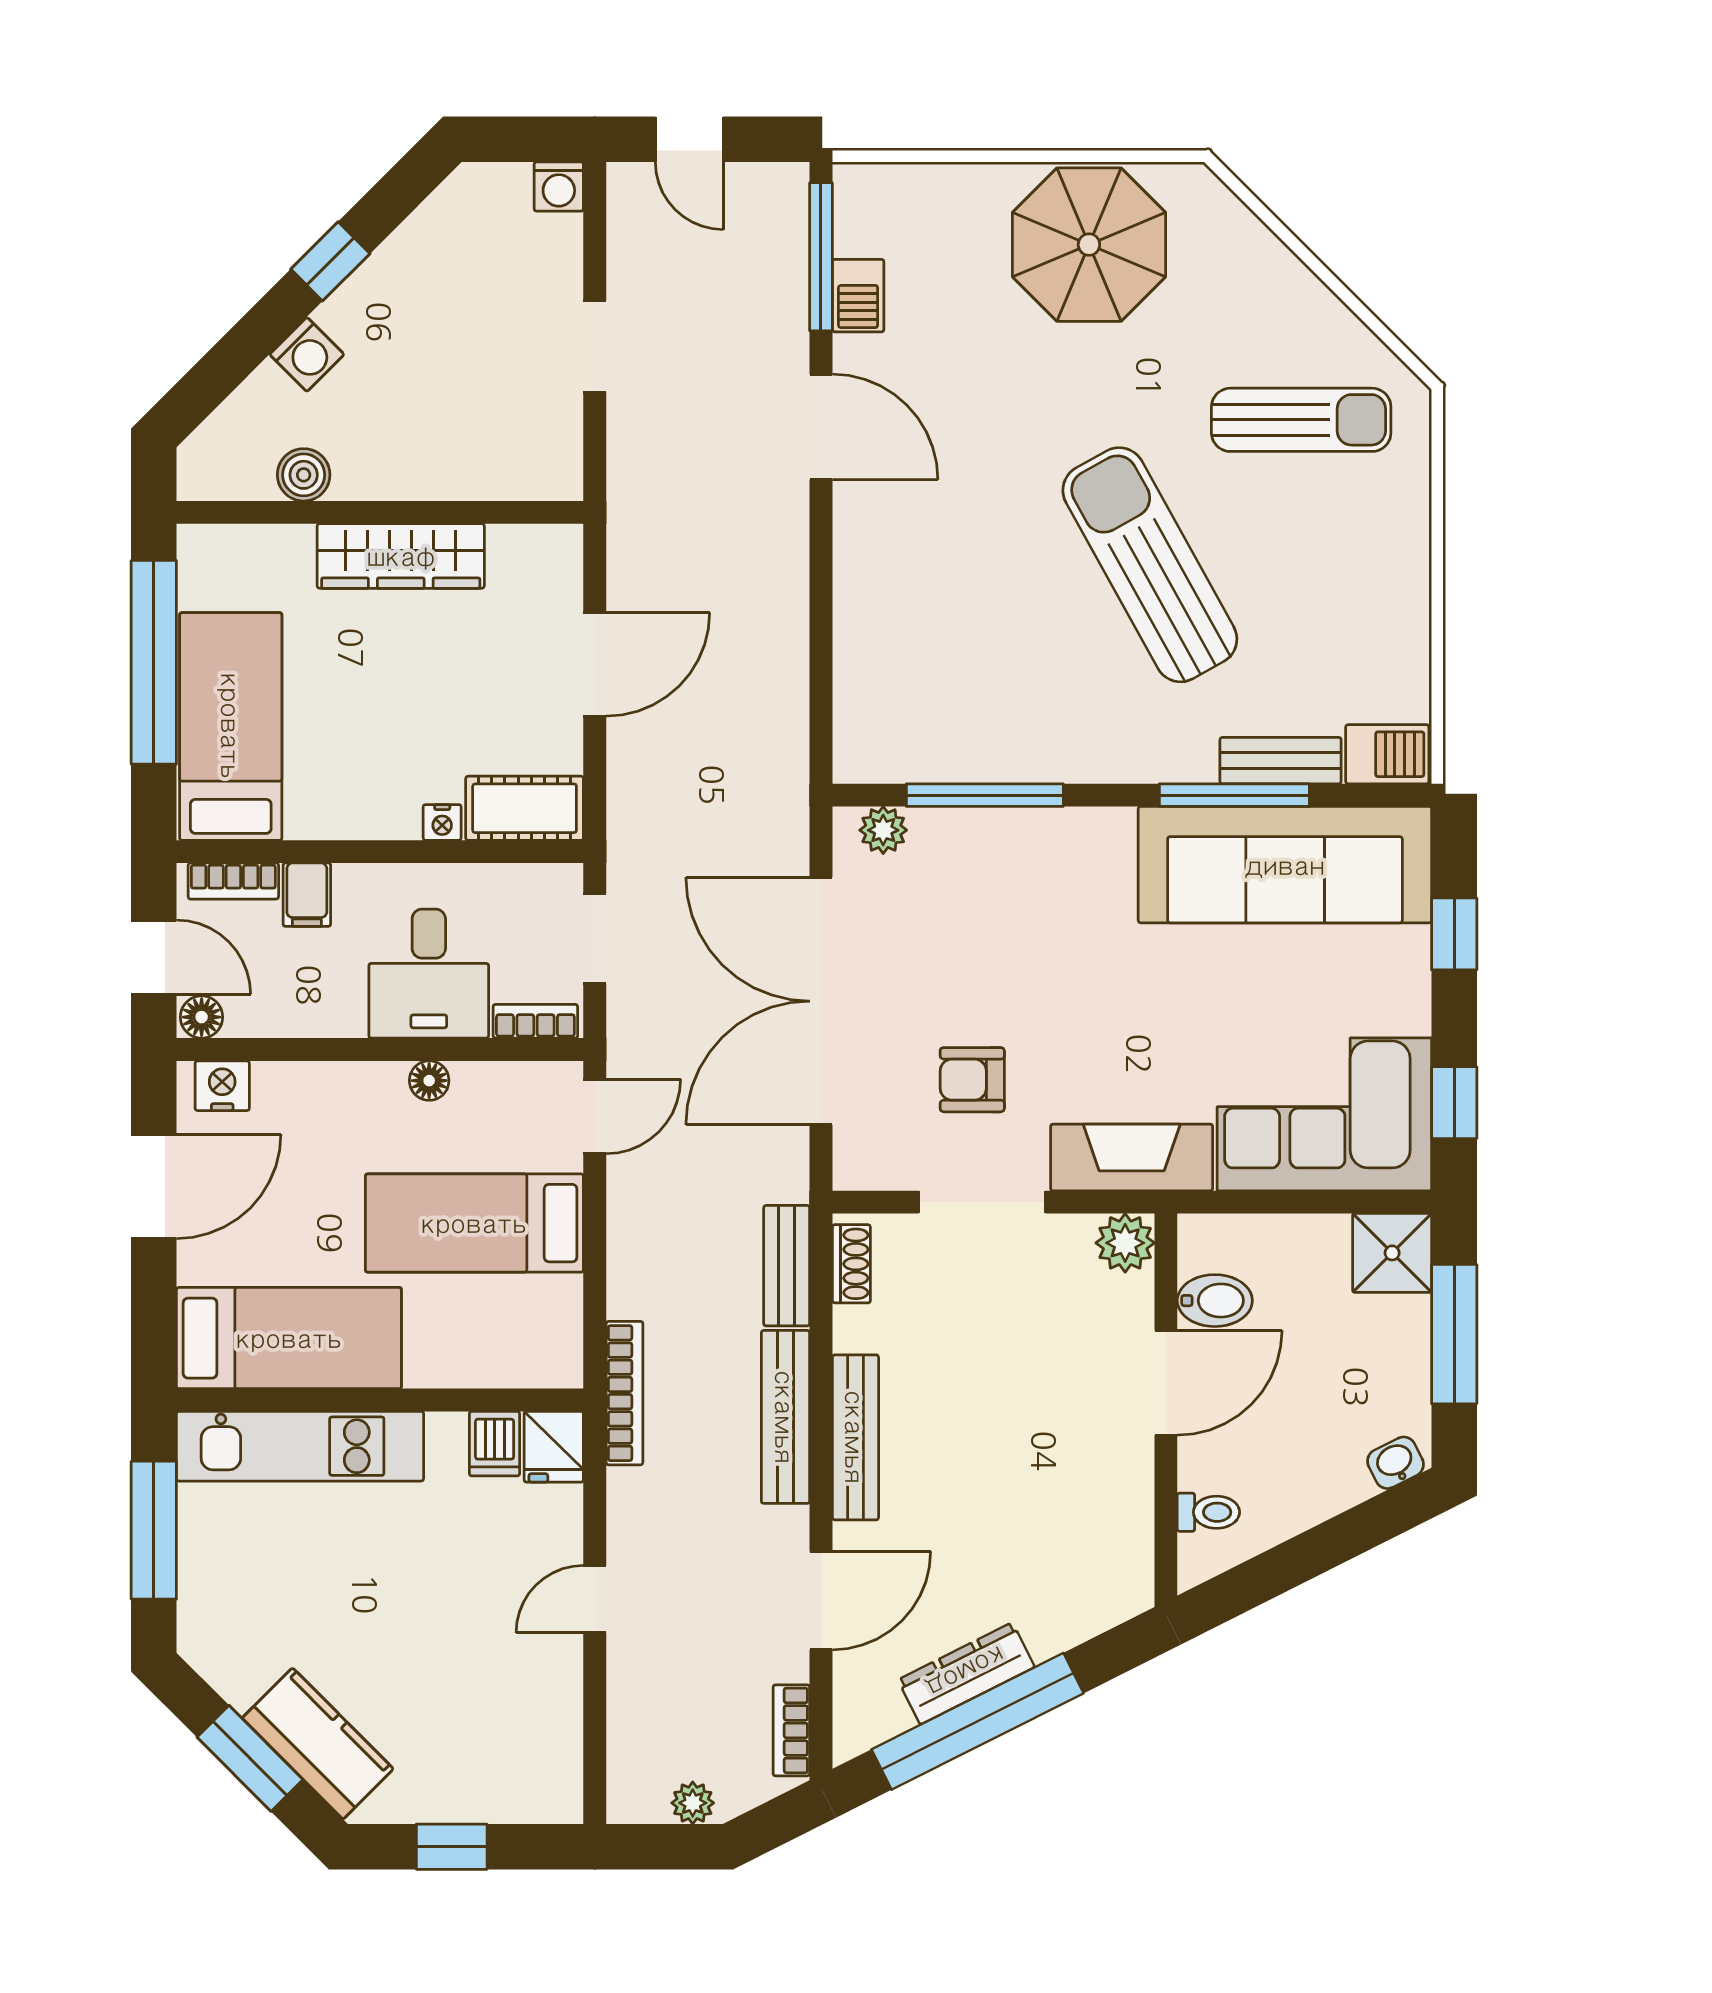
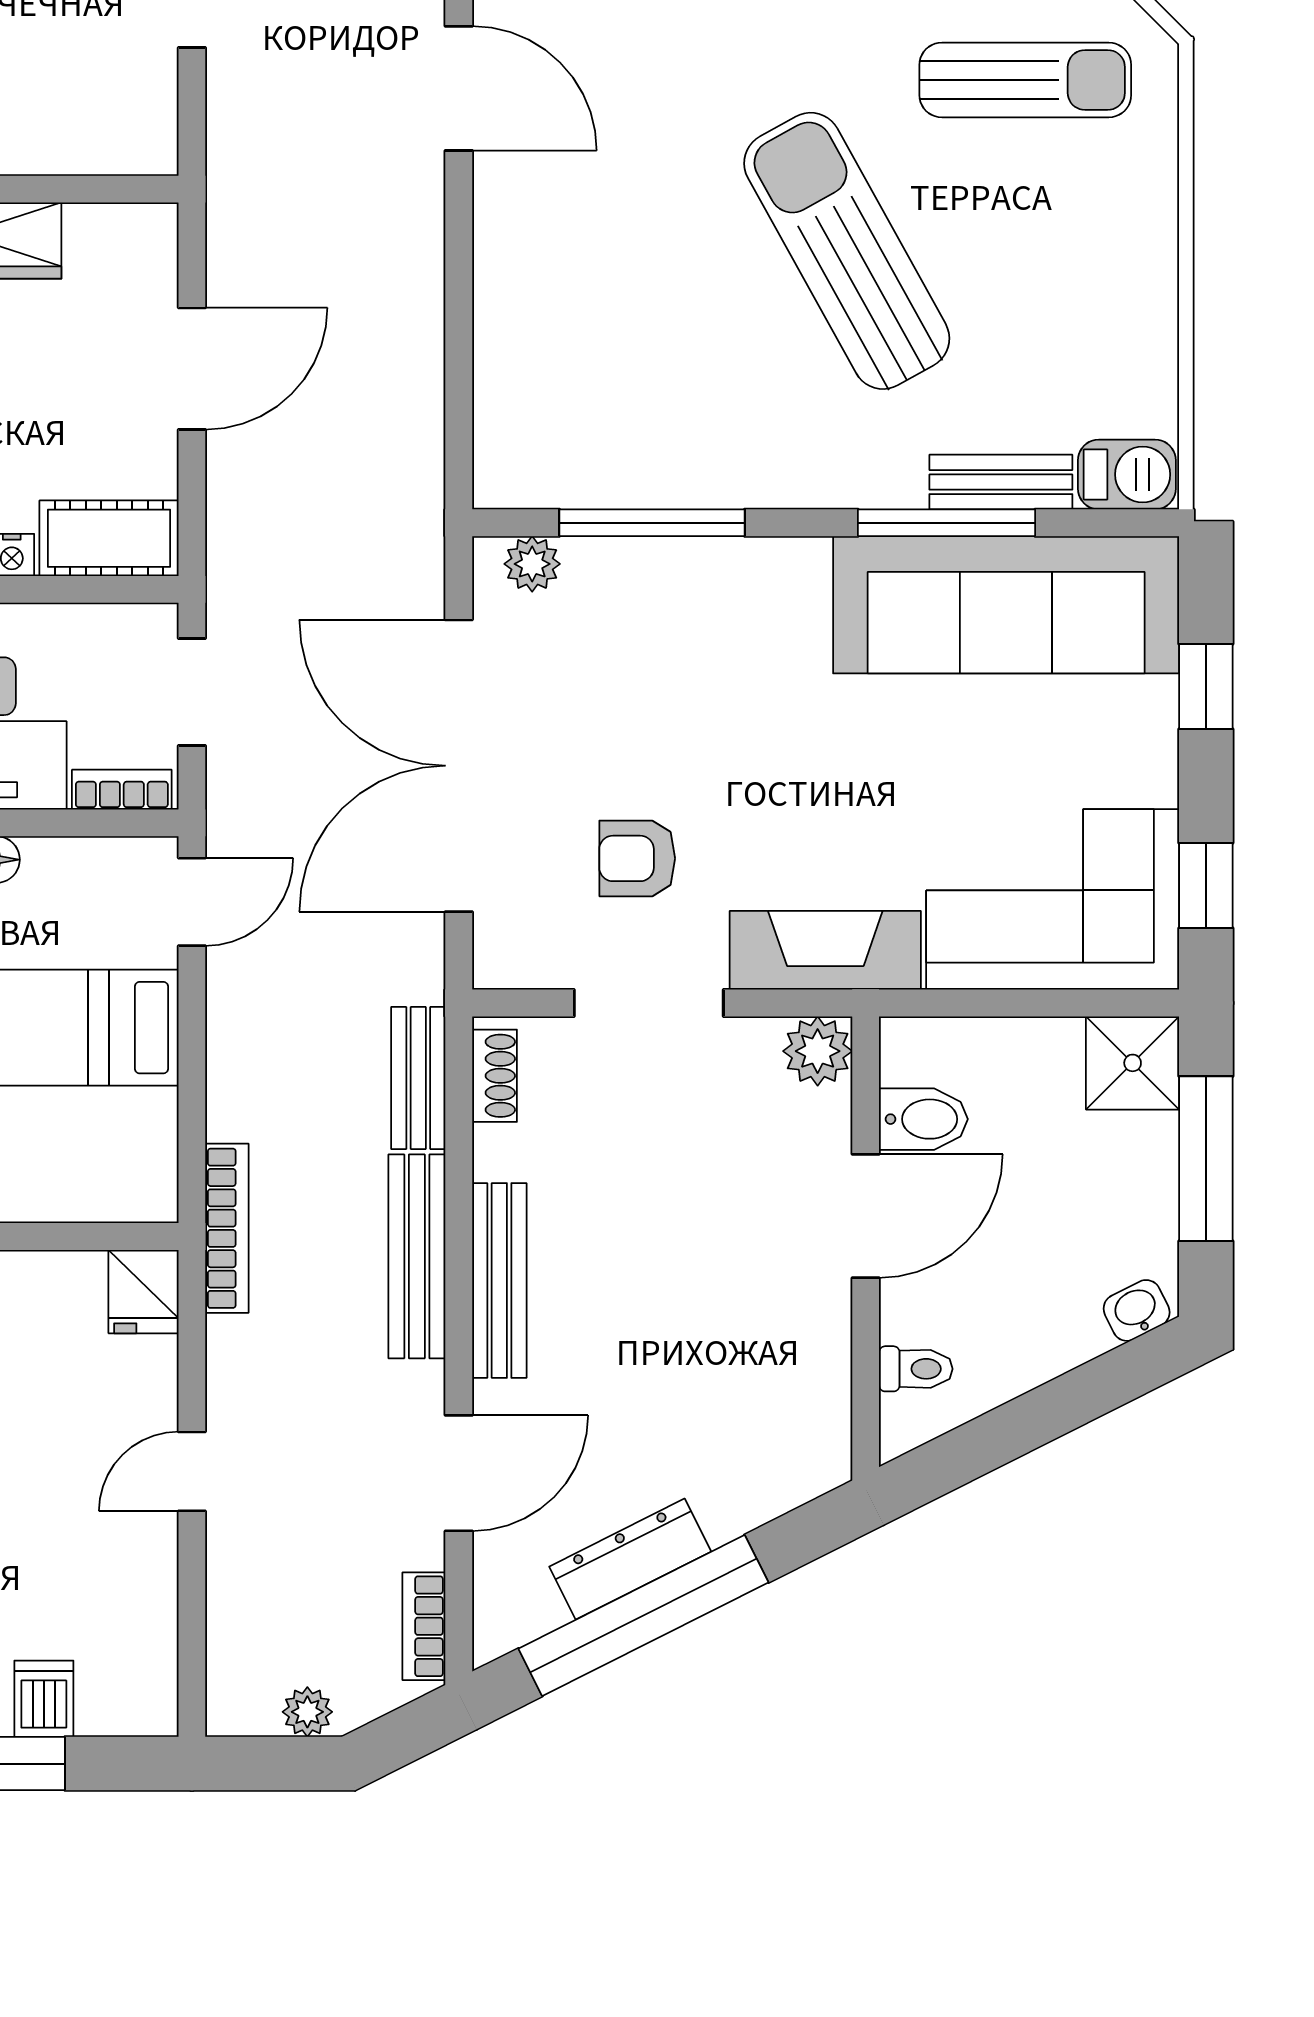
dishwasher: (495, 1444) -> (44, 1699), moved, turned 180

